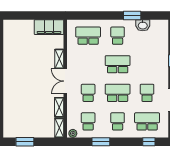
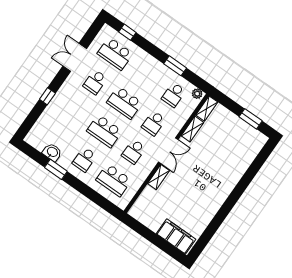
filing cabinet: (49, 27) -> (176, 236), moved
school desk: (118, 121) -> (134, 152), moved

